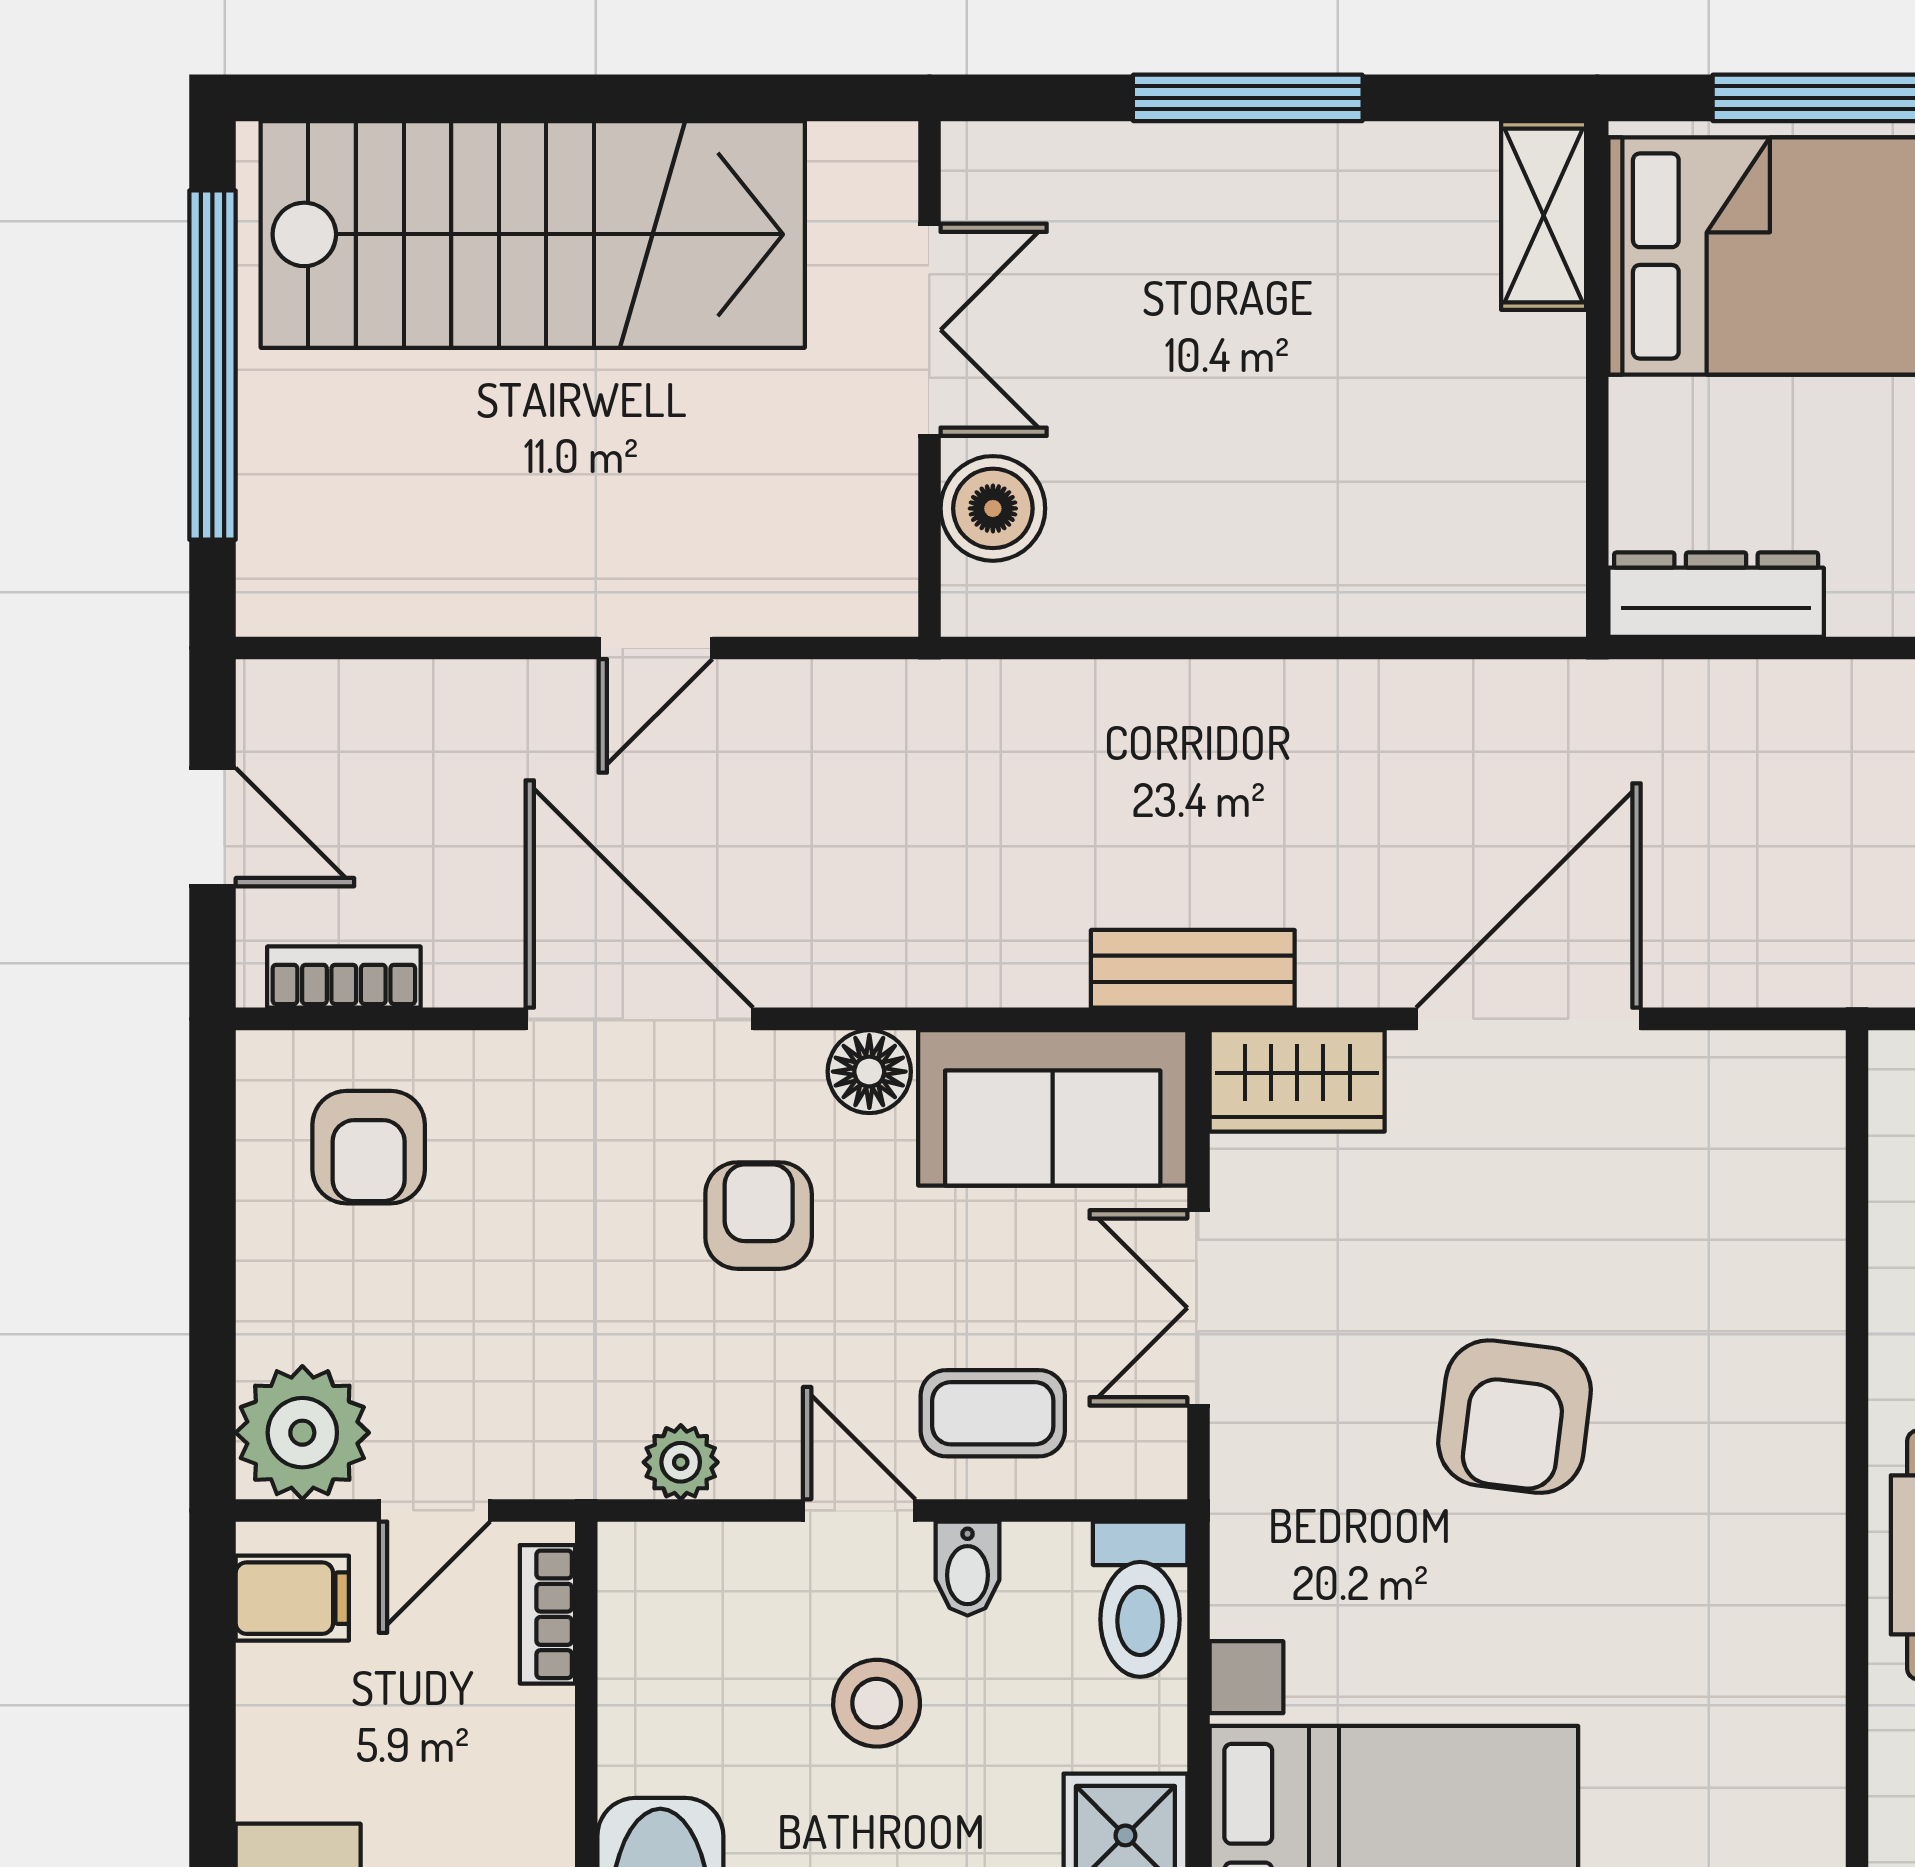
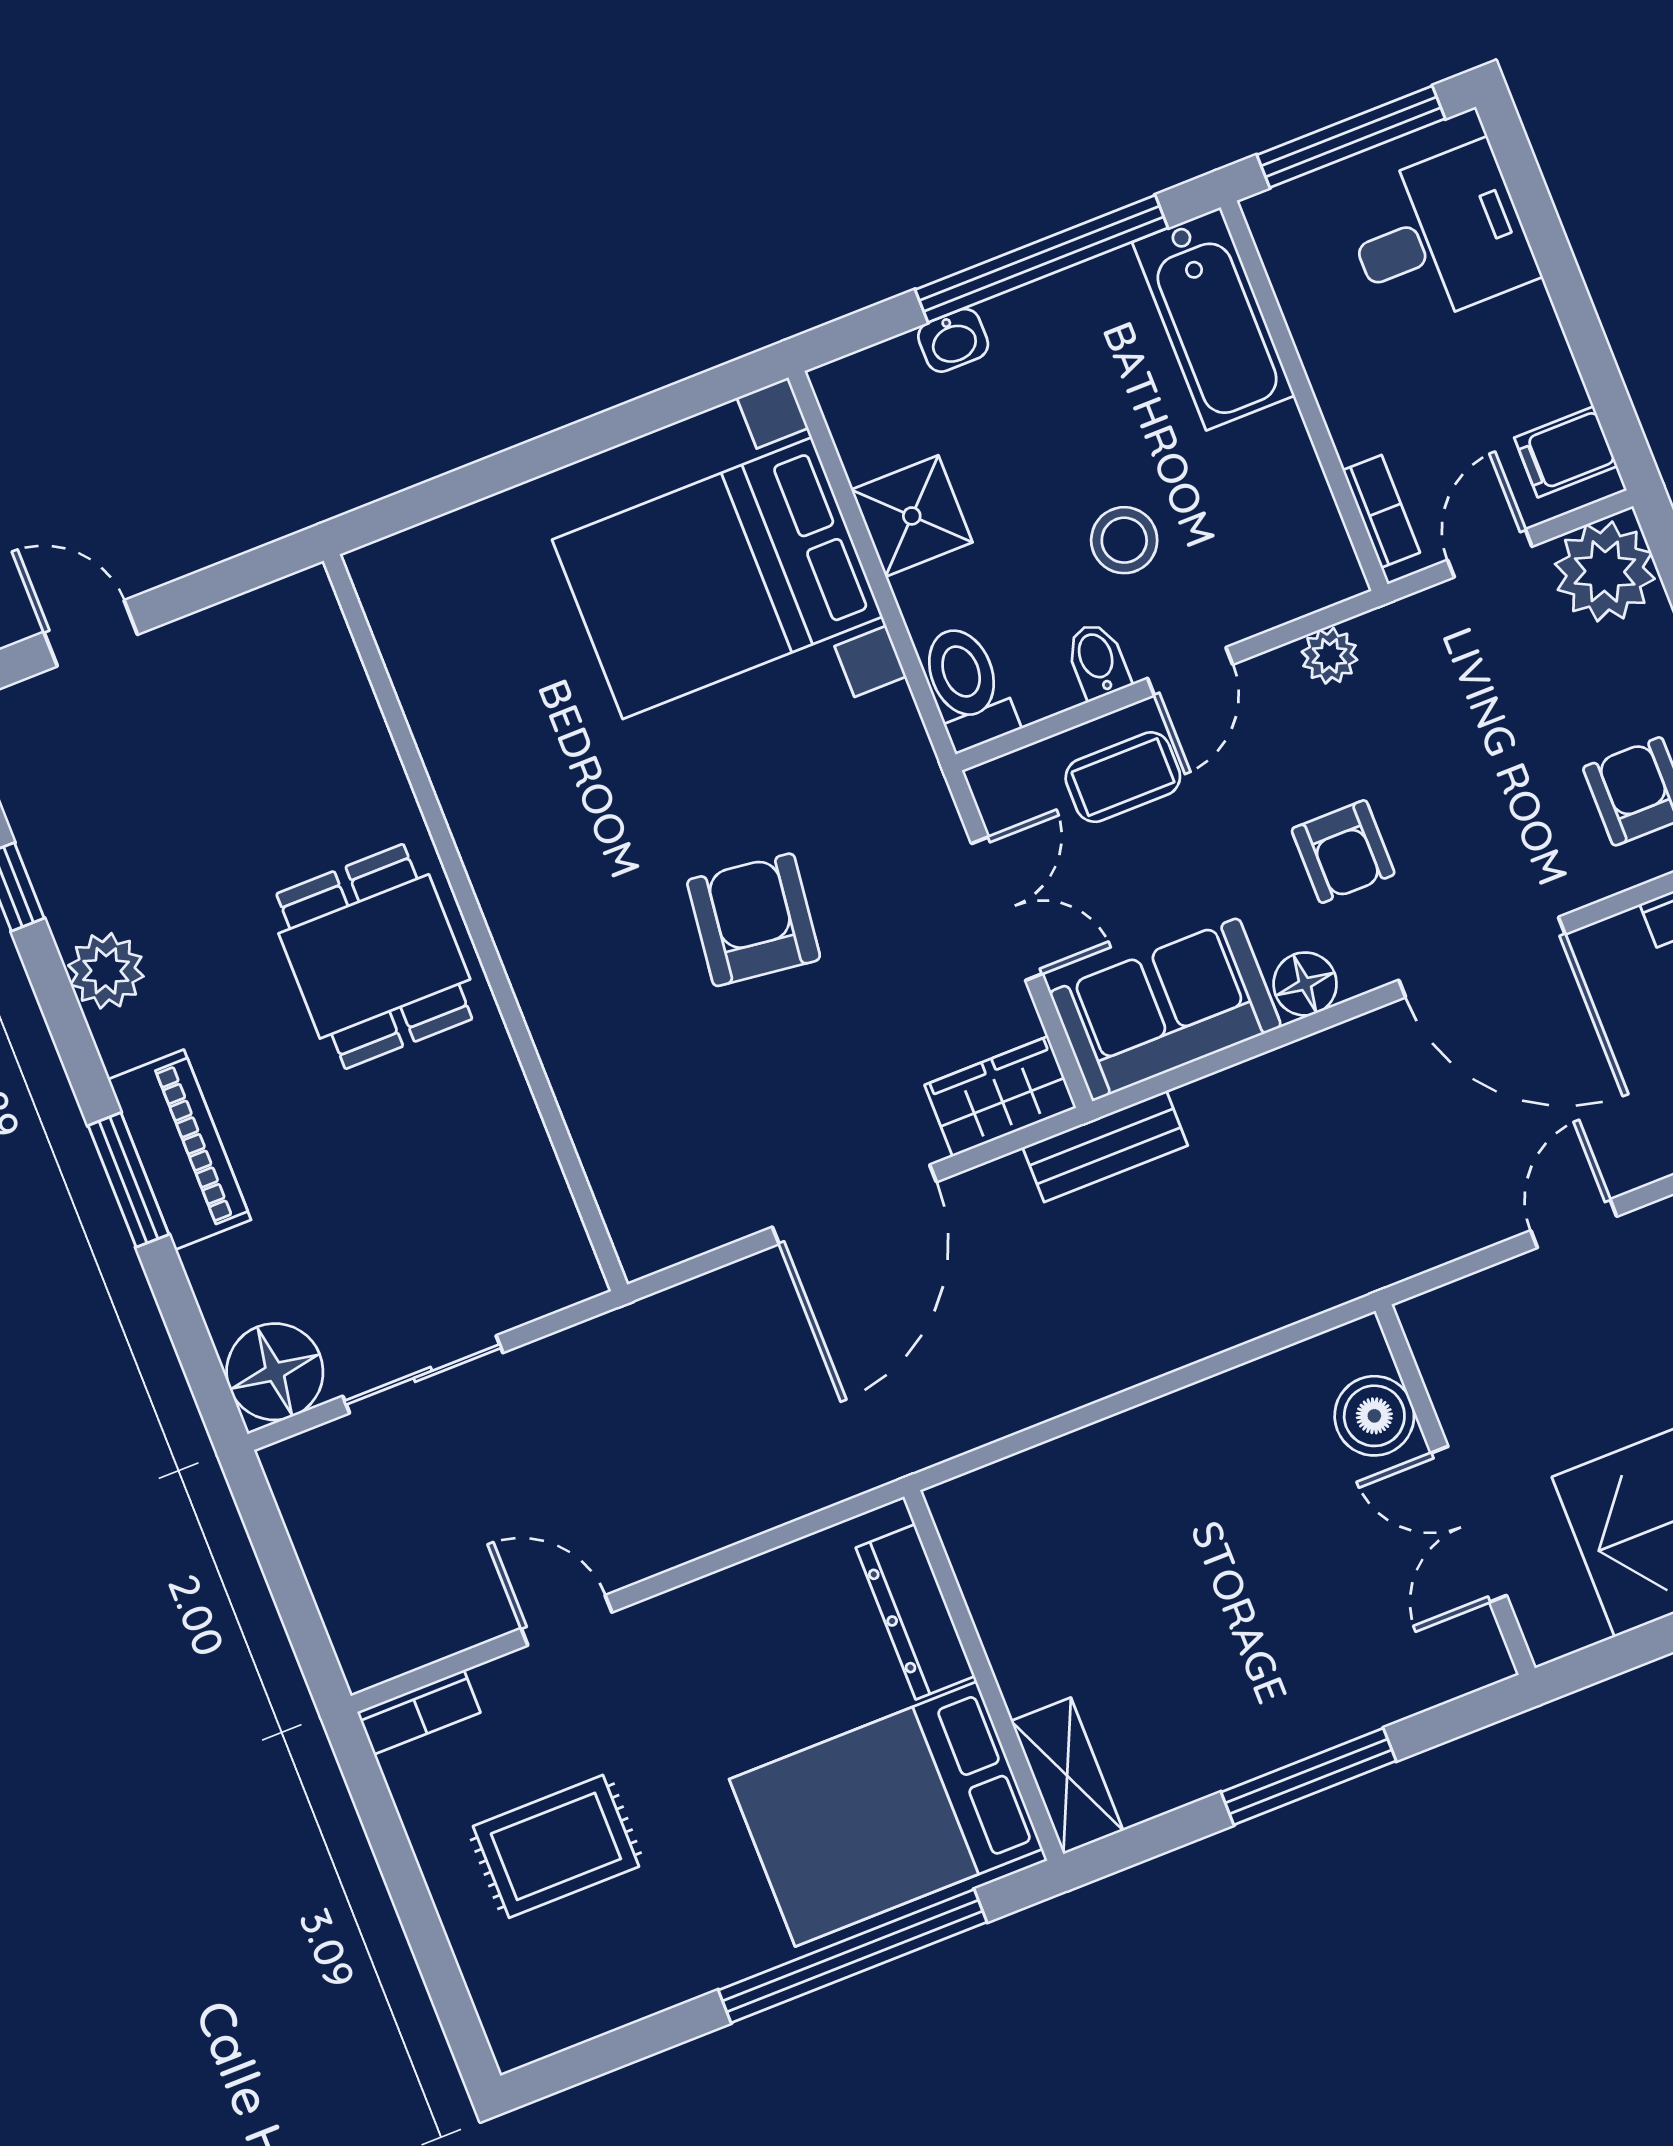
dresser: (1716, 595) -> (915, 1612), moved, turned 90
door: (859, 1510) -> (1190, 671), hinge flipped

